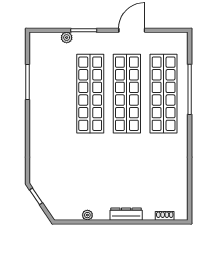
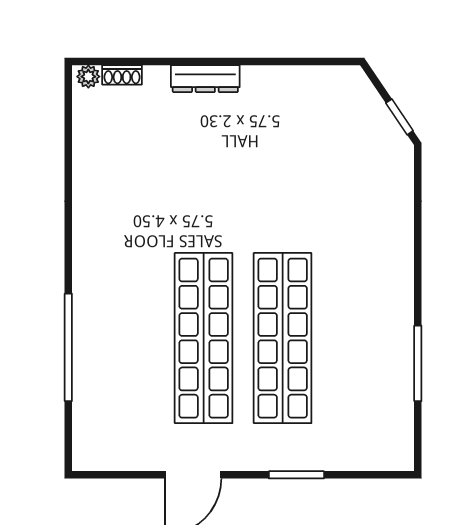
plant: (67, 38) -> (333, 459), removed
shop shelf: (164, 94) -> (125, 338), removed
plant: (87, 215) -> (88, 77), moved

